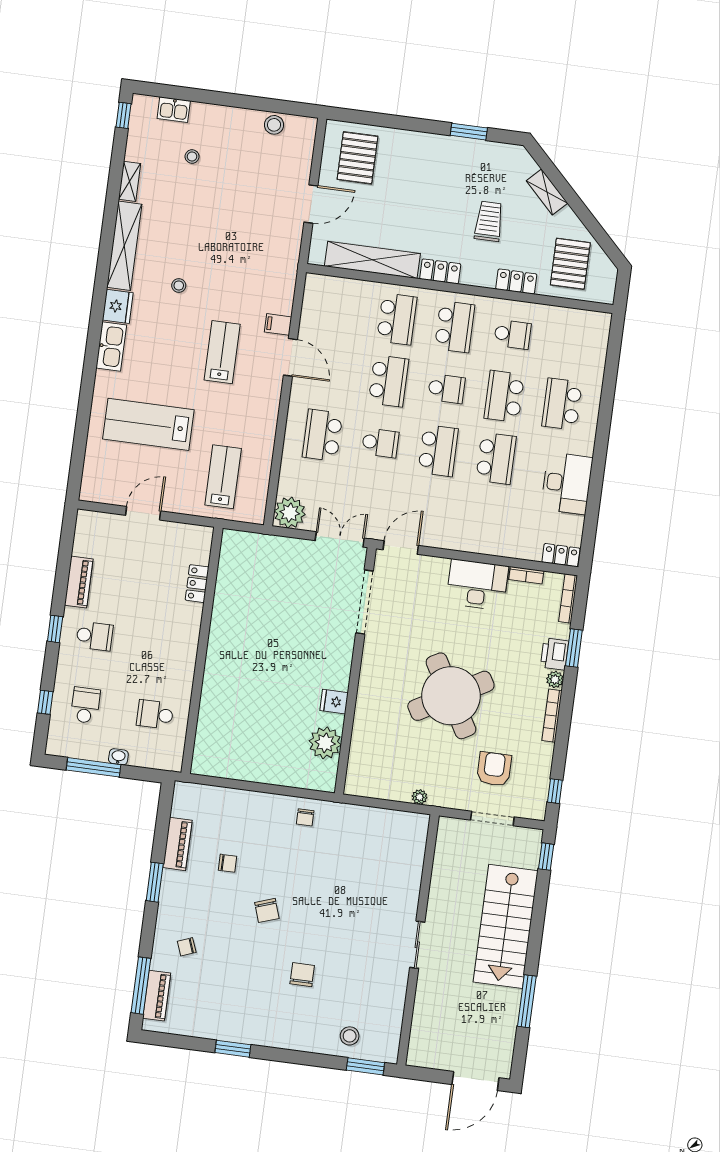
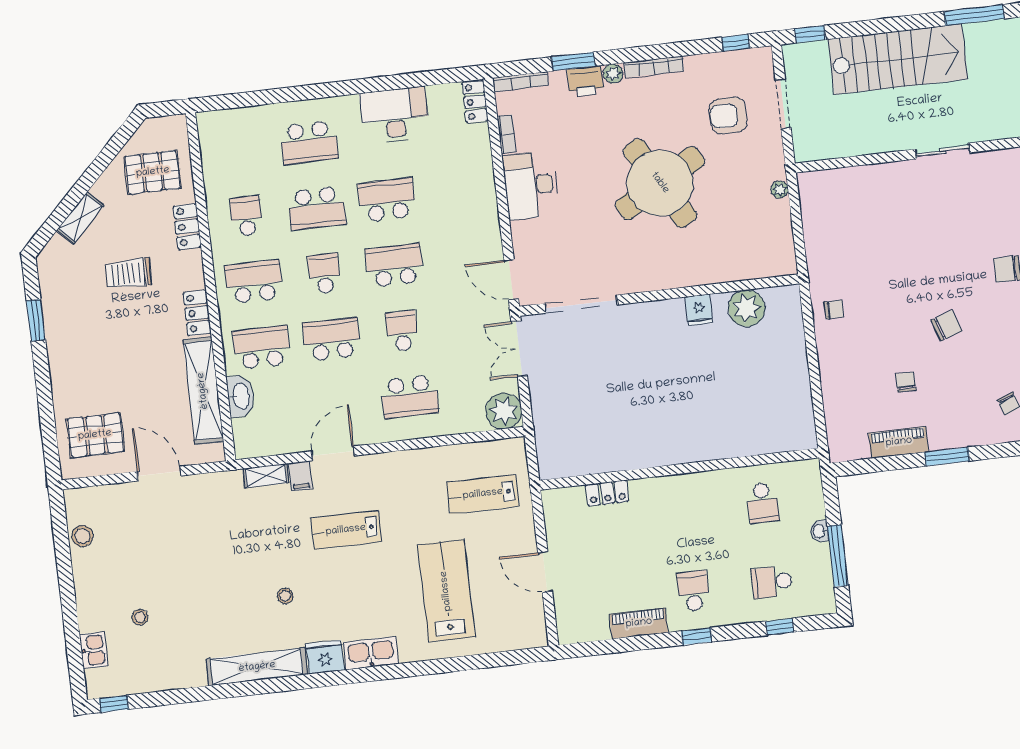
shelving: (130, 181) -> (266, 476), moved
washbasin: (360, 290) -> (240, 396), added
lab bench: (148, 424) -> (446, 591), turned 180

